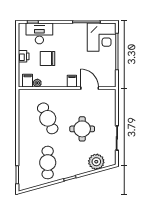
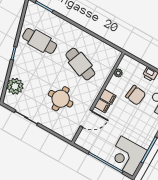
chair: (48, 58) -> (136, 95), turned 98
filing cabinet: (28, 81) -> (108, 97), moved
cafe table: (48, 118) -> (80, 64), turned 45
round table: (82, 129) -> (61, 99), moved

